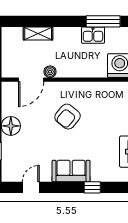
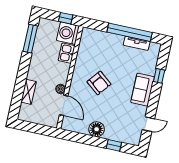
kitchen sink: (93, 35) -> (67, 53), moved, turned 180
door: (31, 187) -> (148, 124), swing flipped

